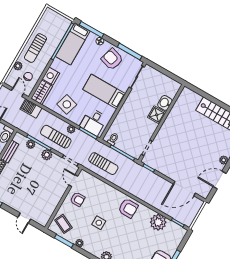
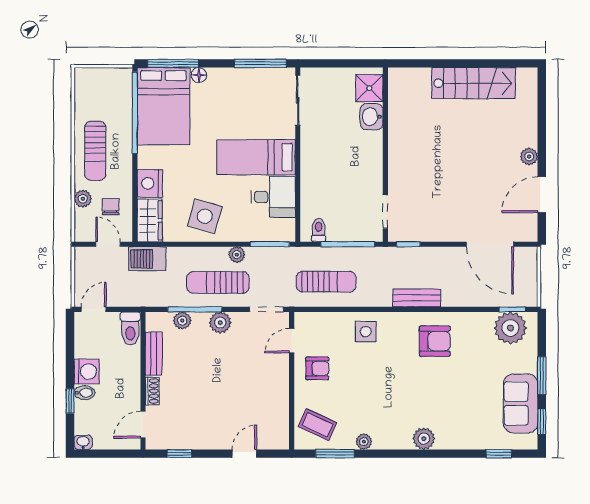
bed: (73, 44) -> (163, 106), width x1.50
armchair: (112, 59) -> (238, 94), removed
shower: (157, 115) -> (369, 88), moved
desk: (94, 122) -> (273, 197), moved, turned -90
door: (73, 181) -> (292, 341), hinge flipped
door: (184, 189) -> (490, 244), hinge flipped
bench: (139, 194) -> (417, 298), added
armchair: (128, 208) -> (435, 341), moved
door: (24, 218) -> (244, 454), swing flipped
plant: (158, 222) -> (510, 328), moved
side table: (99, 223) -> (366, 332), moved

